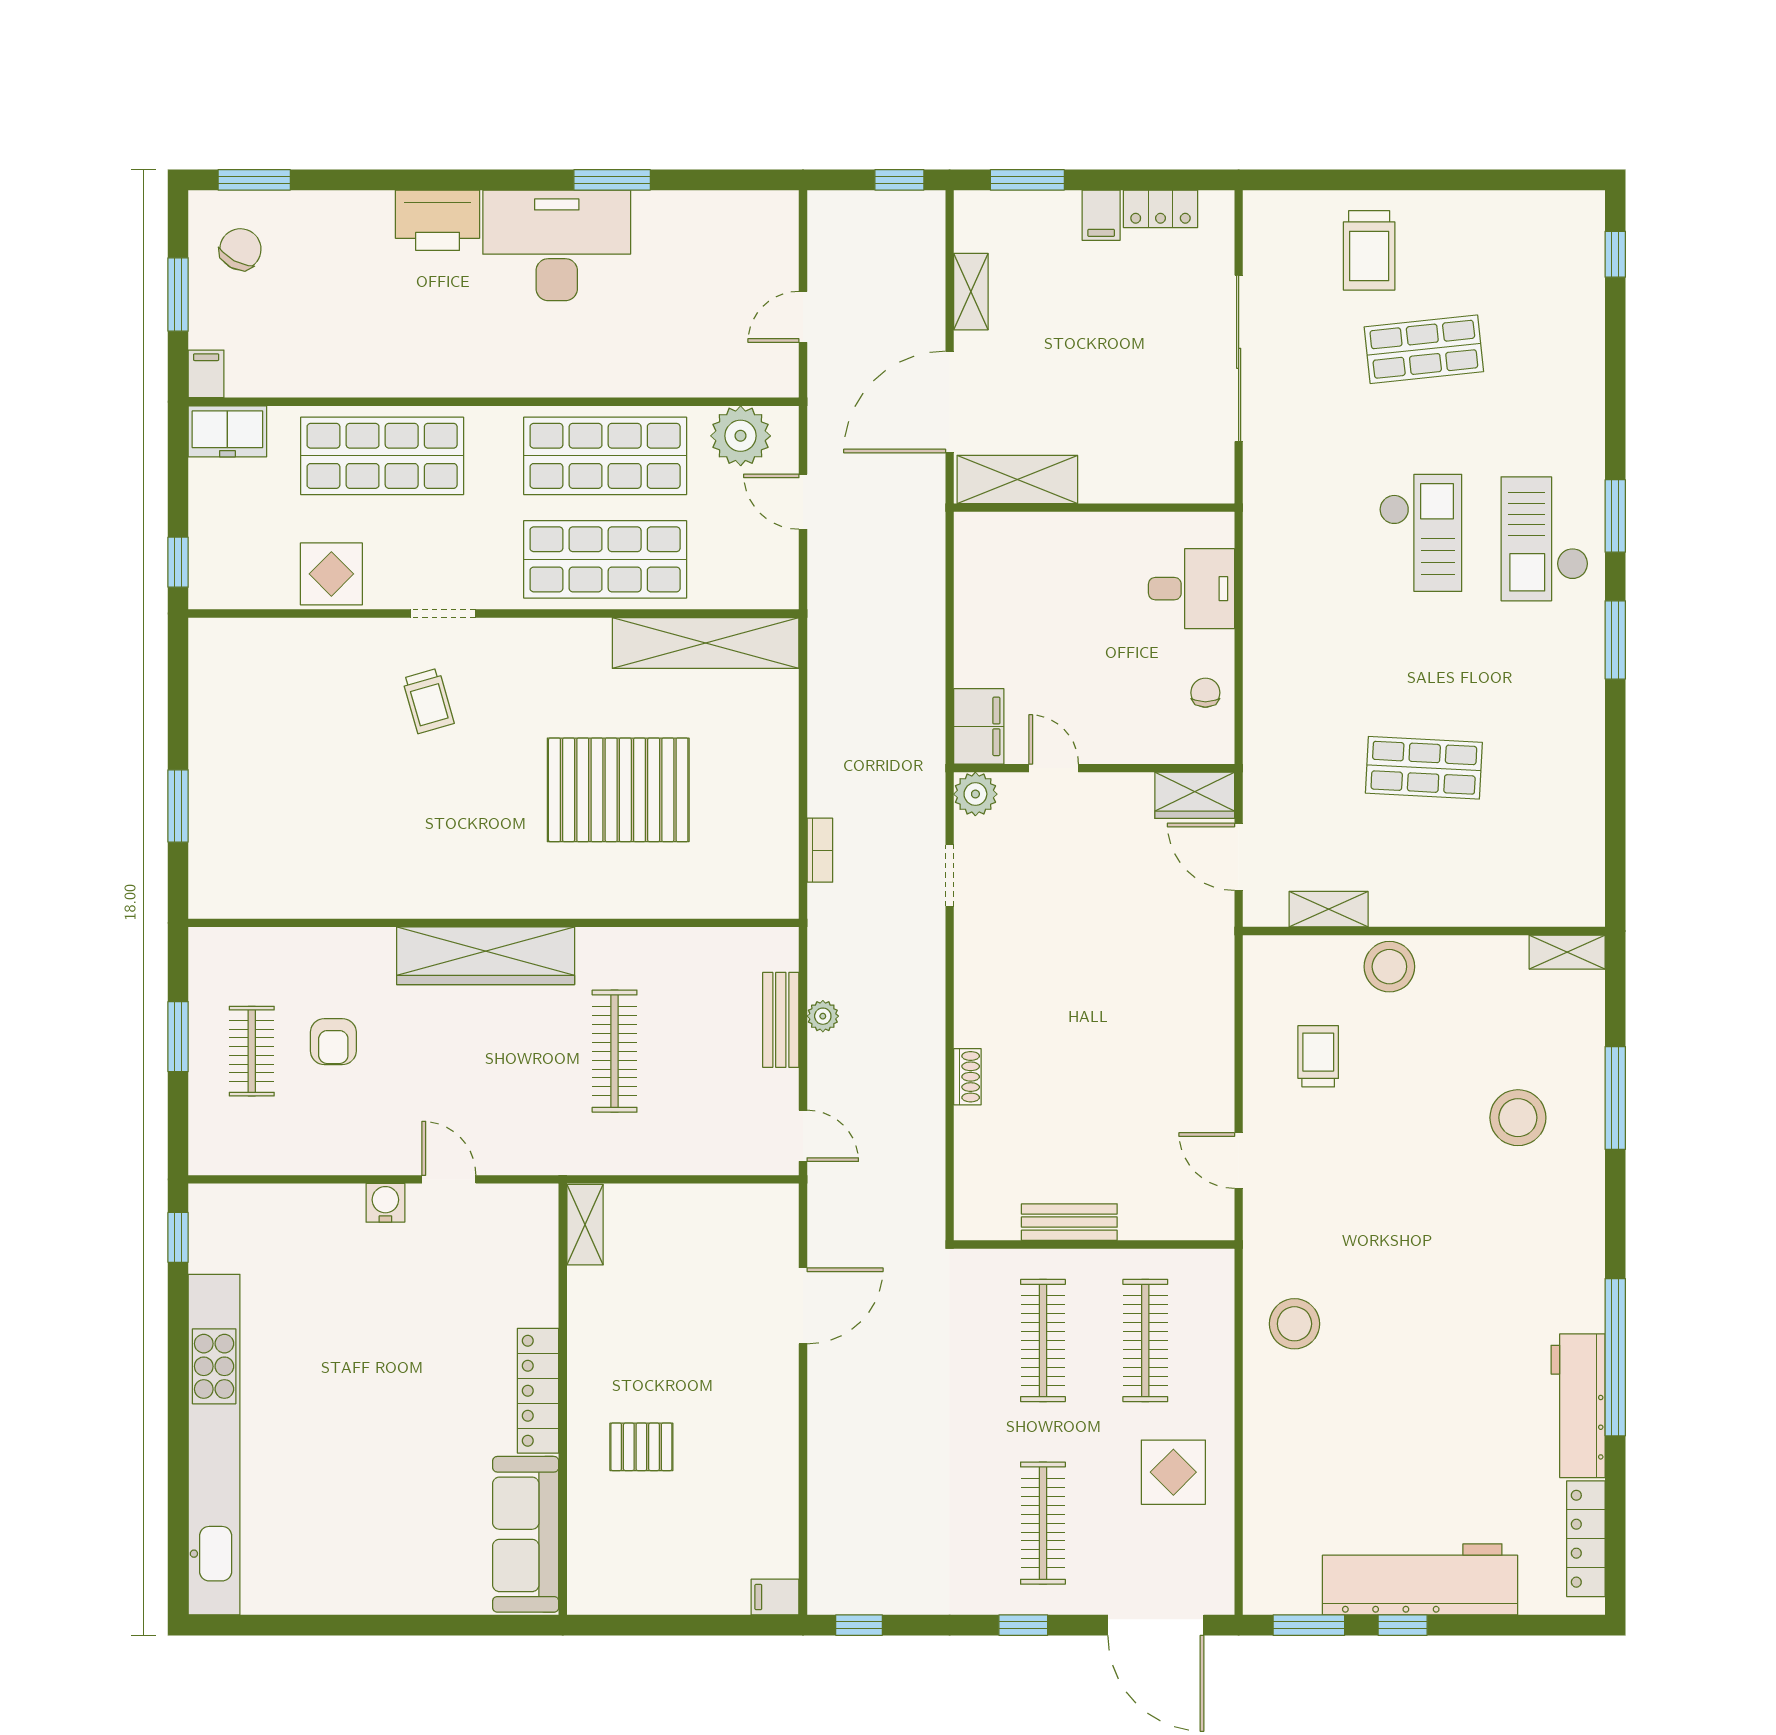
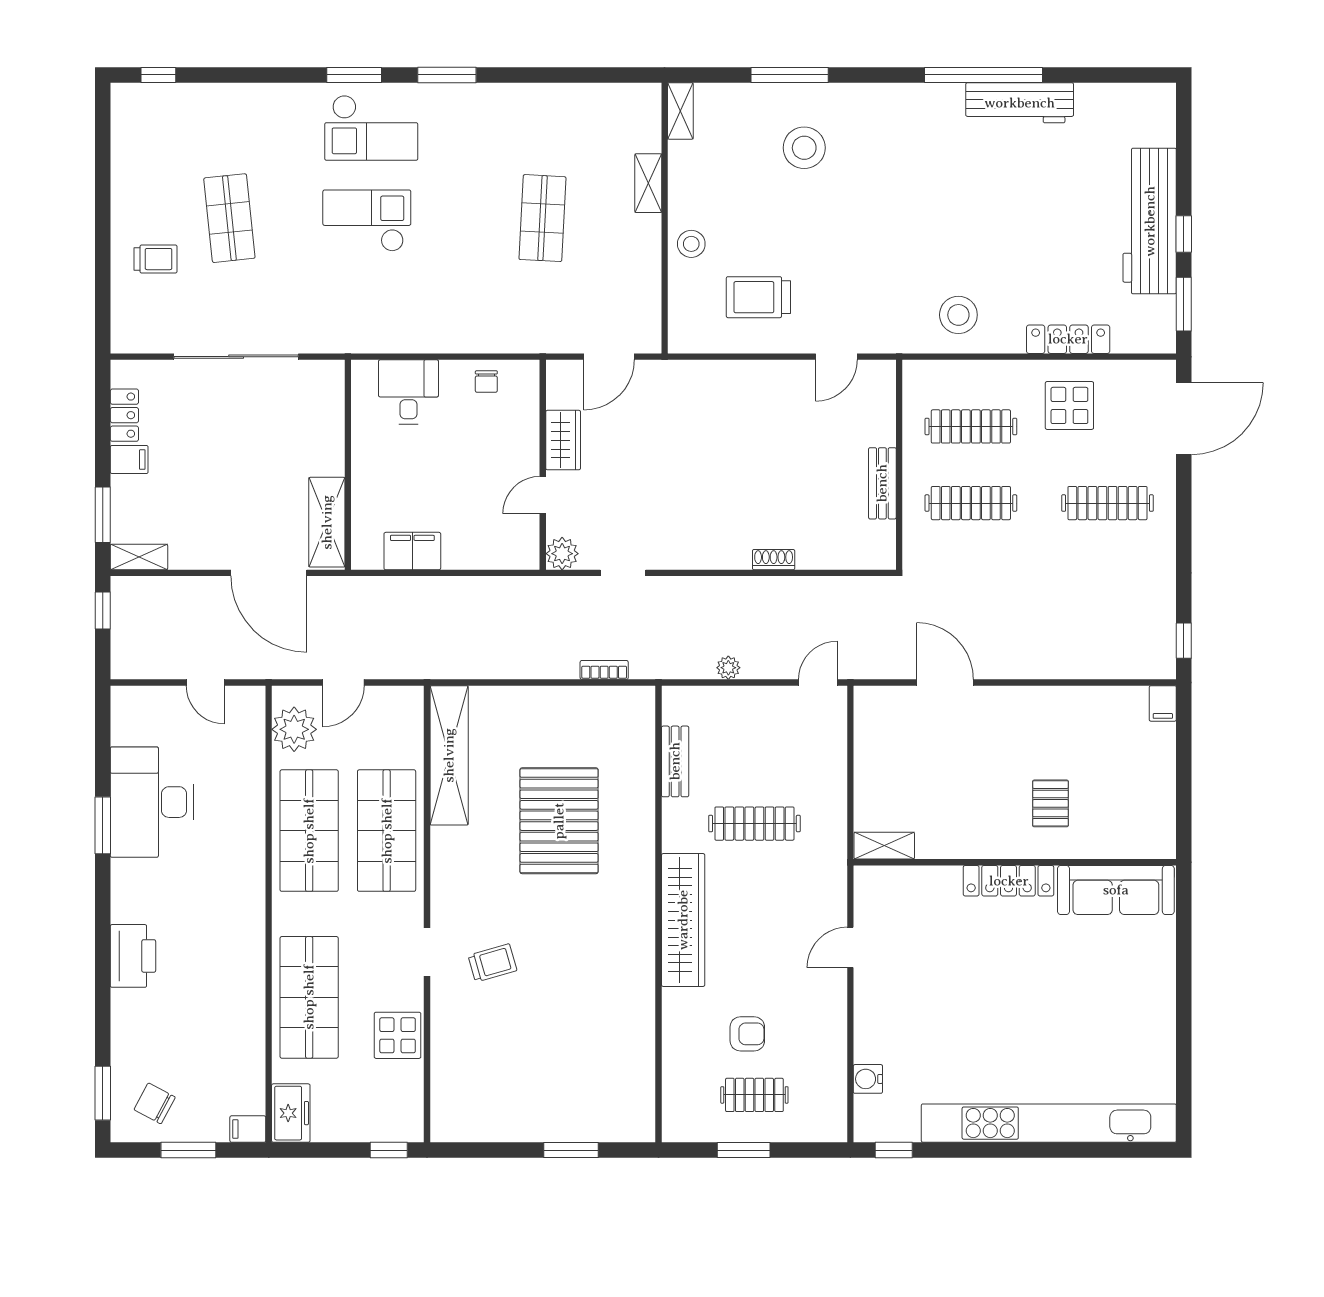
desk: (557, 245) -> (152, 802), moved
trolley: (1369, 250) -> (156, 259), width x0.73, depth x0.72
shelving: (971, 292) -> (139, 557), moved
chair: (1205, 693) -> (486, 382), turned -90
filing cabinet: (979, 726) -> (412, 551), moved
wardrobe: (1195, 795) -> (563, 440), moved
shelving: (1329, 909) -> (648, 183), moved
stool: (1389, 967) -> (691, 244), width x0.73, depth x0.73
bench: (781, 1020) -> (675, 761), moved, turned 90
trolley: (1318, 1056) -> (758, 297), width x1.36, depth x1.39
water cooler: (385, 1203) -> (868, 1079), moved
locker: (1586, 1539) -> (1068, 339), moved, turned 180
window: (1023, 1625) -> (1184, 518), removed

